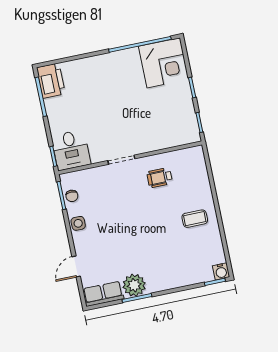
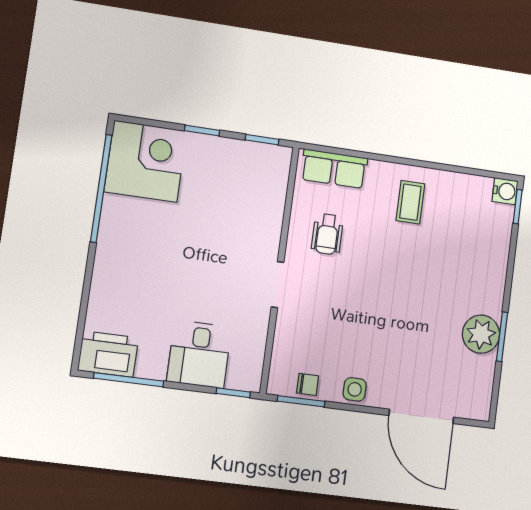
desk: (71, 150) -> (199, 354), moved, turned 90
door: (76, 267) -> (421, 416), width x1.88
row of seats: (103, 294) -> (334, 169), moved, turned -90

